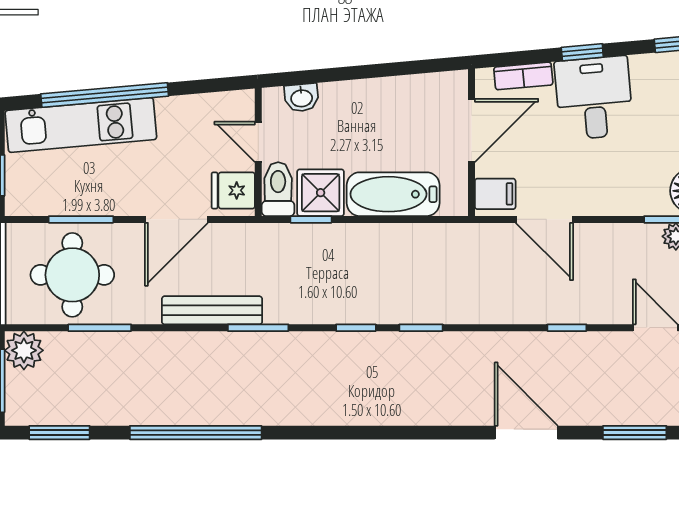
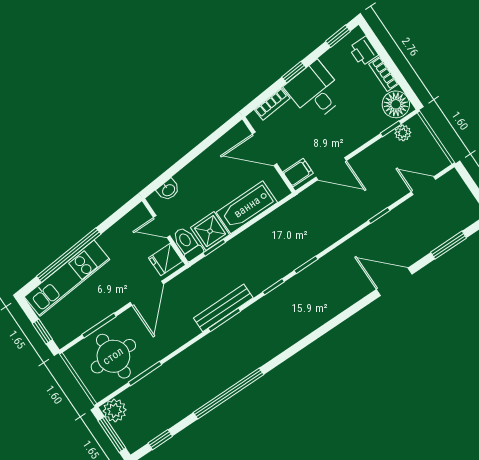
door: (471, 131) -> (265, 149), swing flipped
bench: (212, 310) -> (223, 308), moved
window: (59, 433) -> (160, 440), width x0.67

